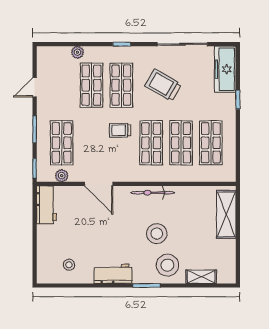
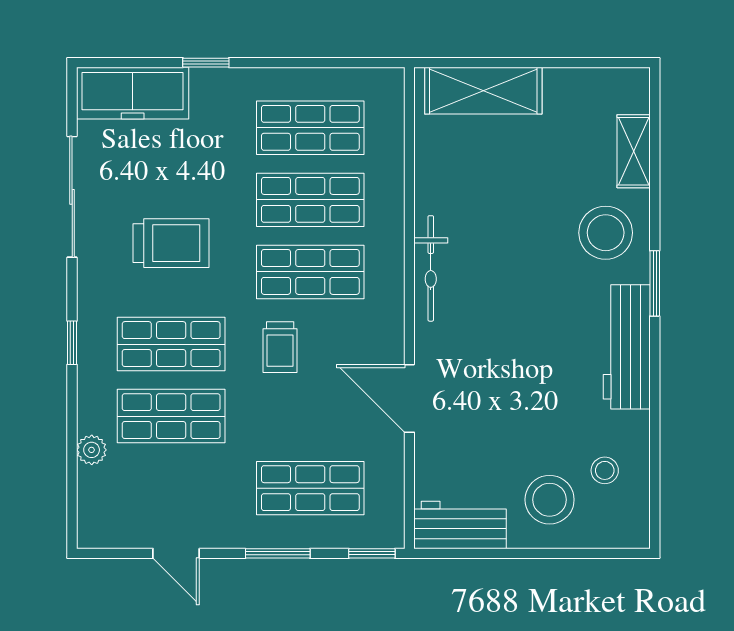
trolley: (163, 85) -> (171, 243), turned -120
plant: (62, 176) -> (390, 488), removed
door: (99, 184) -> (409, 398), swing flipped
stool: (157, 234) -> (550, 500), moved
workbench: (113, 274) -> (627, 347), width x1.37

